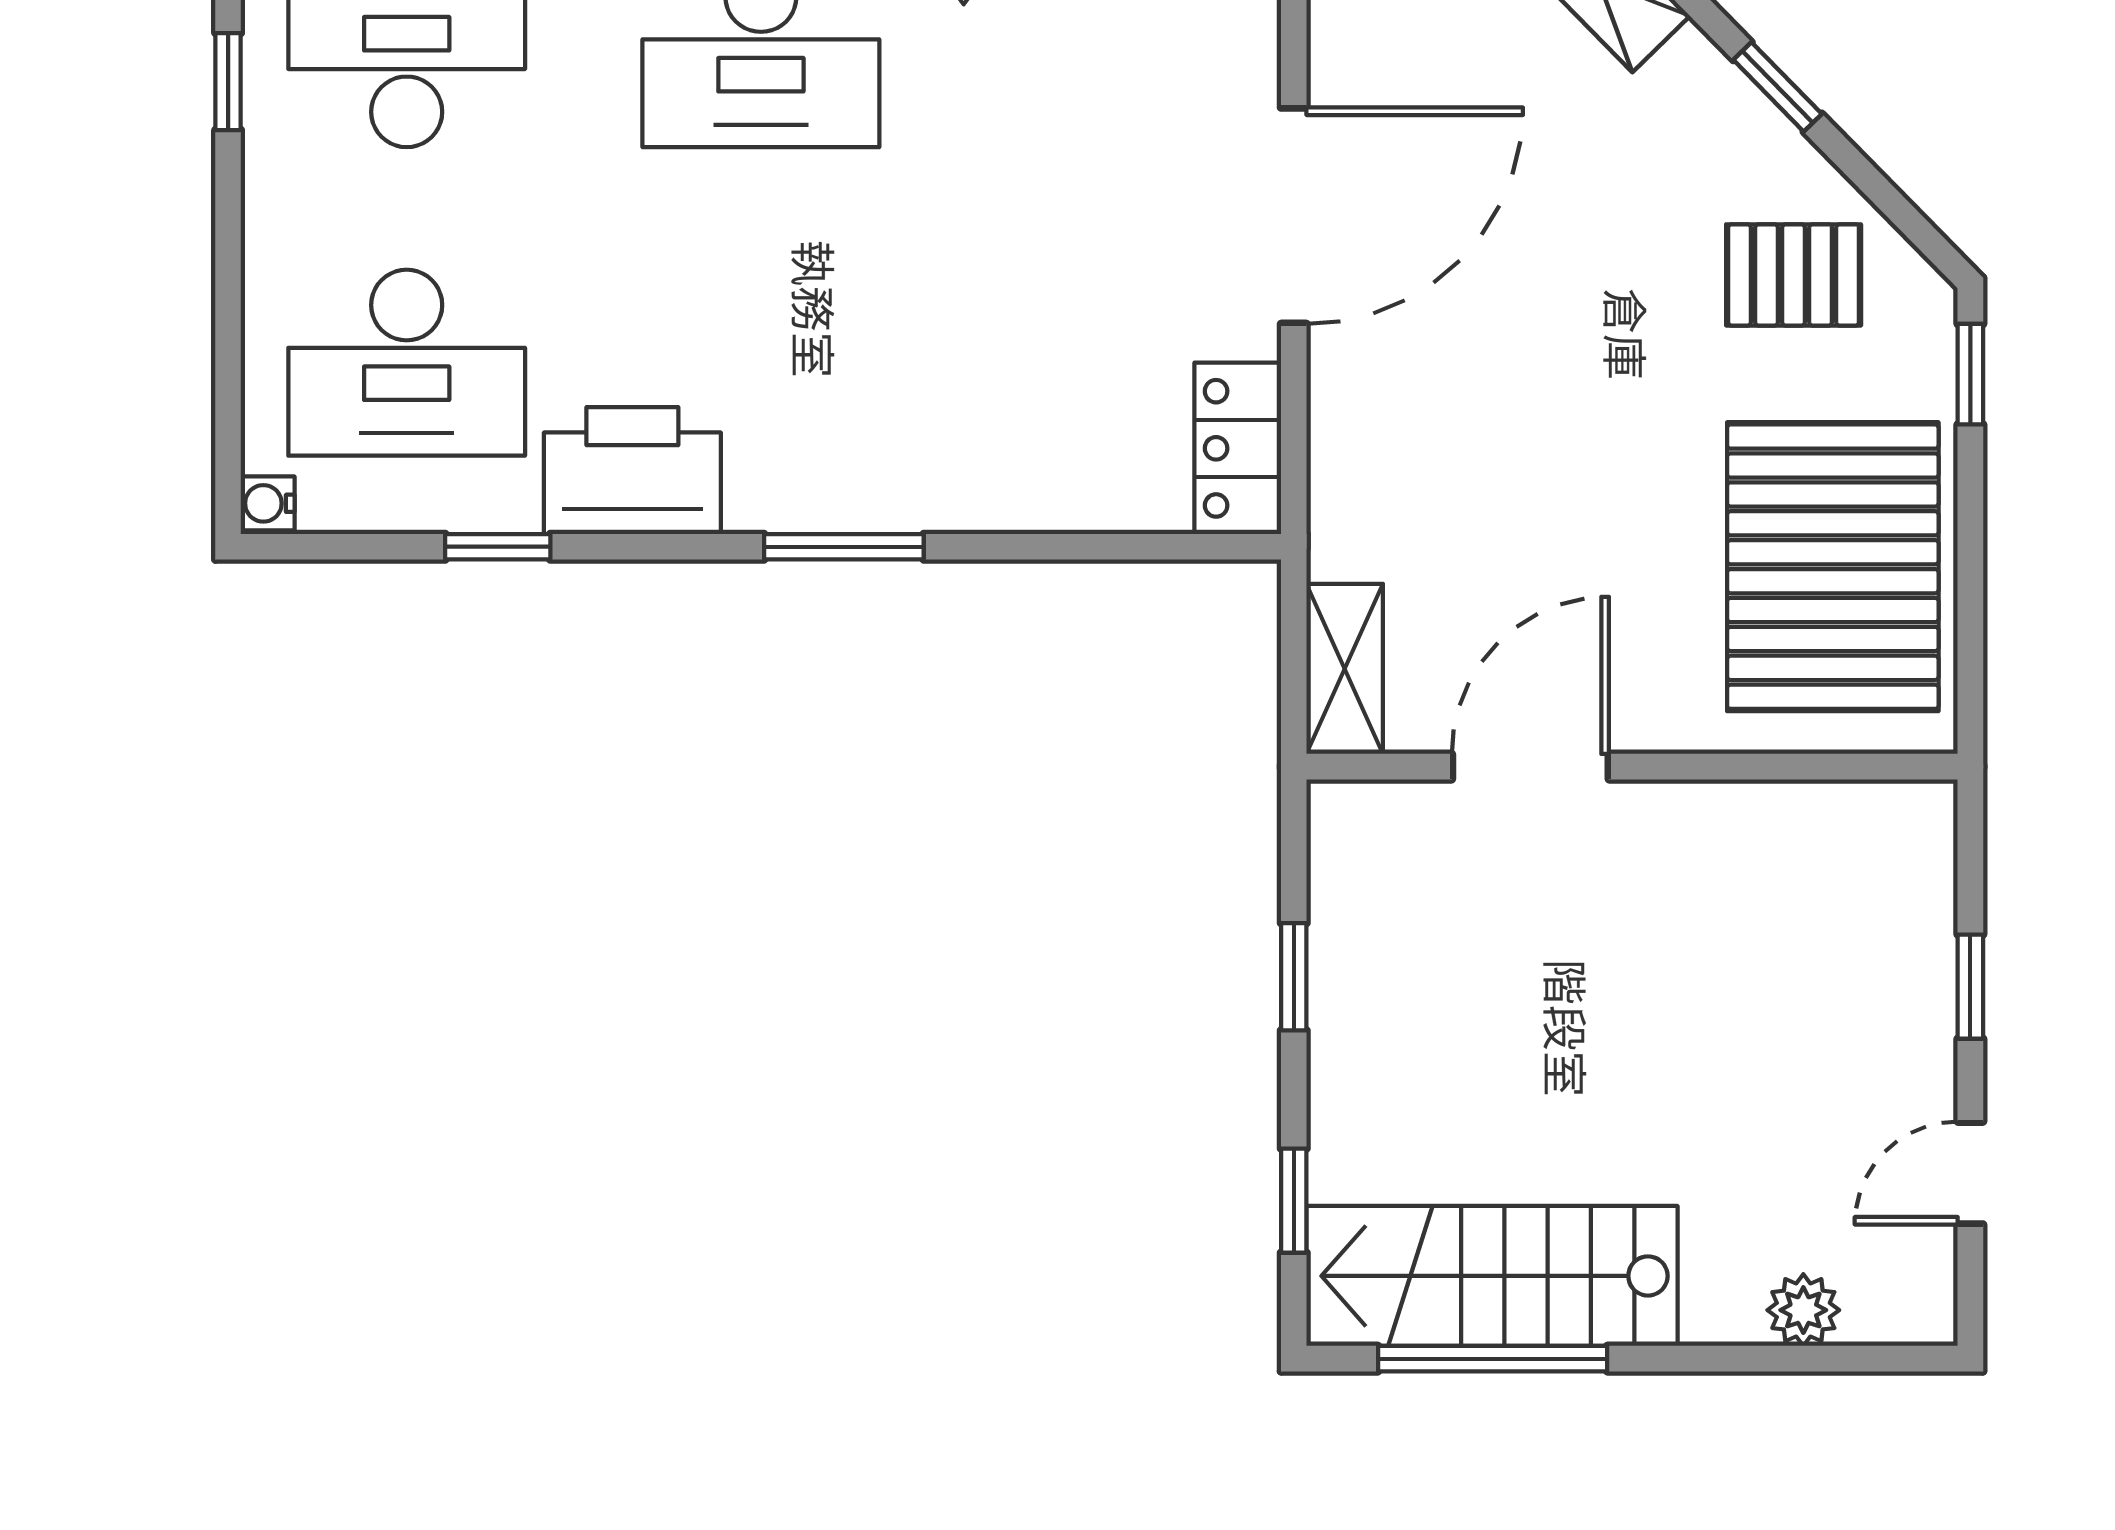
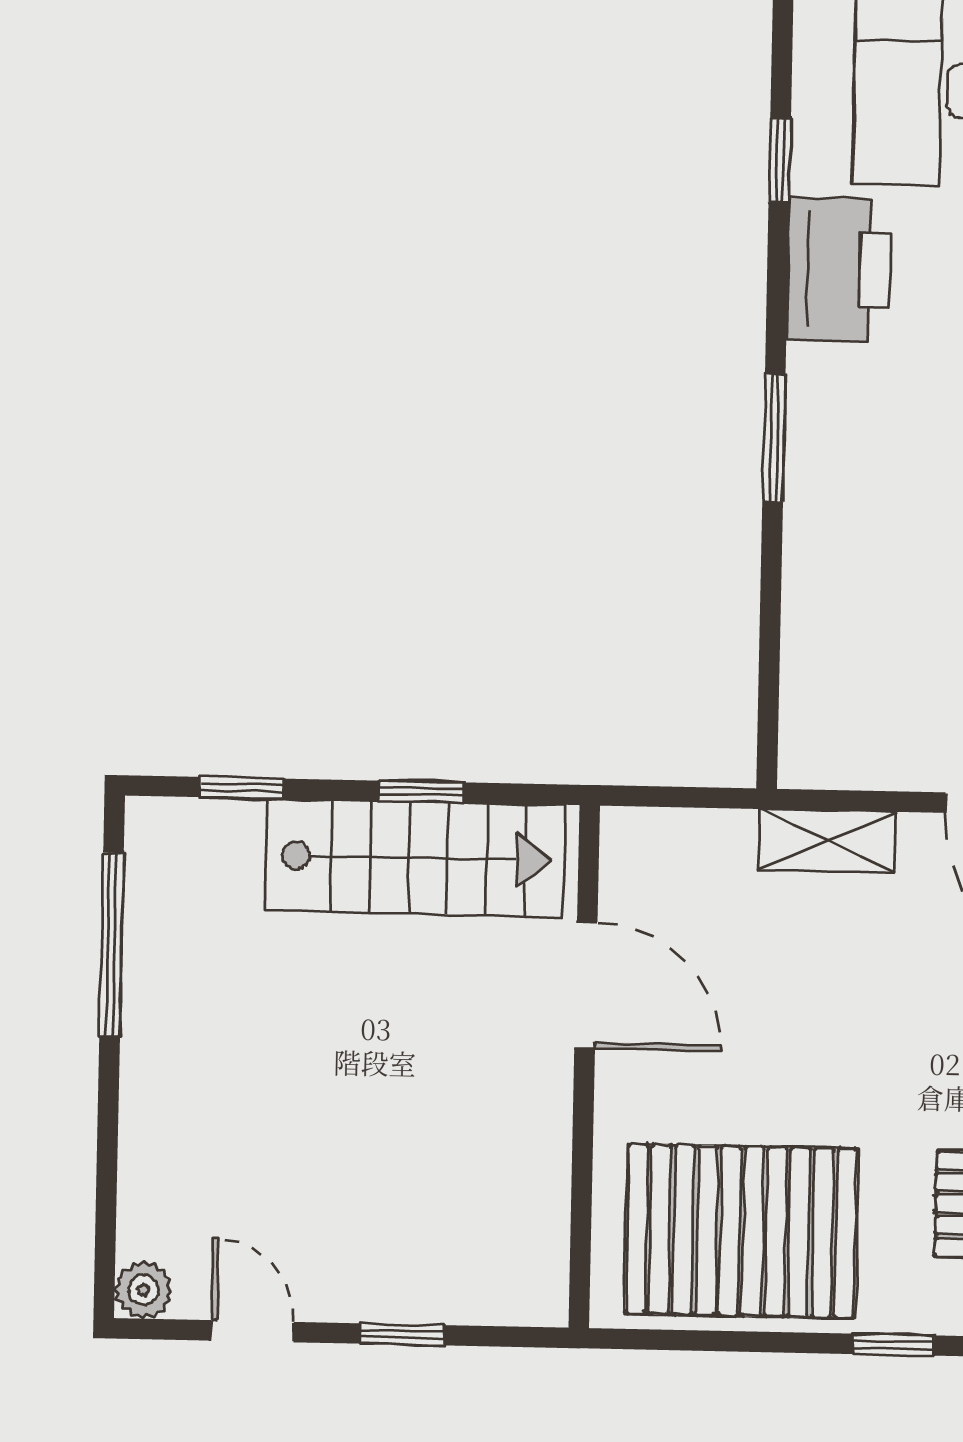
locker: (1238, 448) -> (846, 756), removed
shelving: (1345, 669) -> (827, 841), moved
stairs: (1492, 1276) -> (415, 858), moved, turned 90
plant: (1803, 1310) -> (143, 1290), moved

